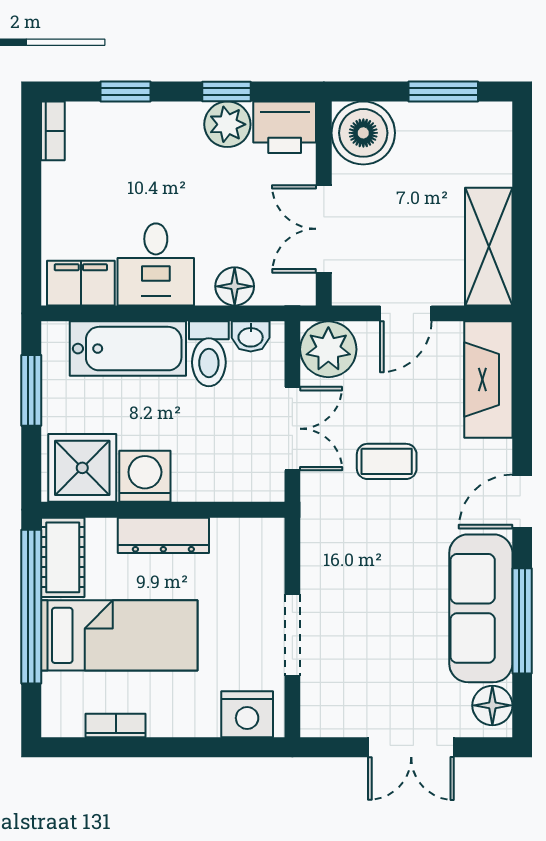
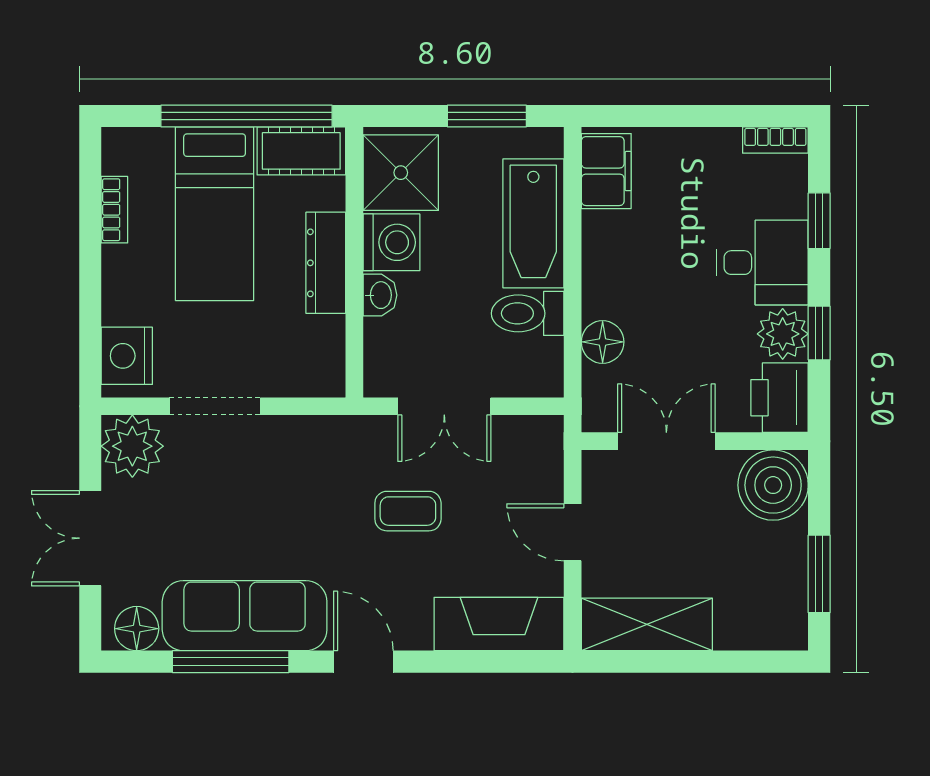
desk: (156, 264) -> (763, 263), moved, turned 180
washbasin: (251, 336) -> (380, 295), moved, turned 180
plant: (328, 349) -> (132, 446), moved
coffee table: (387, 461) -> (408, 511), turned 90

